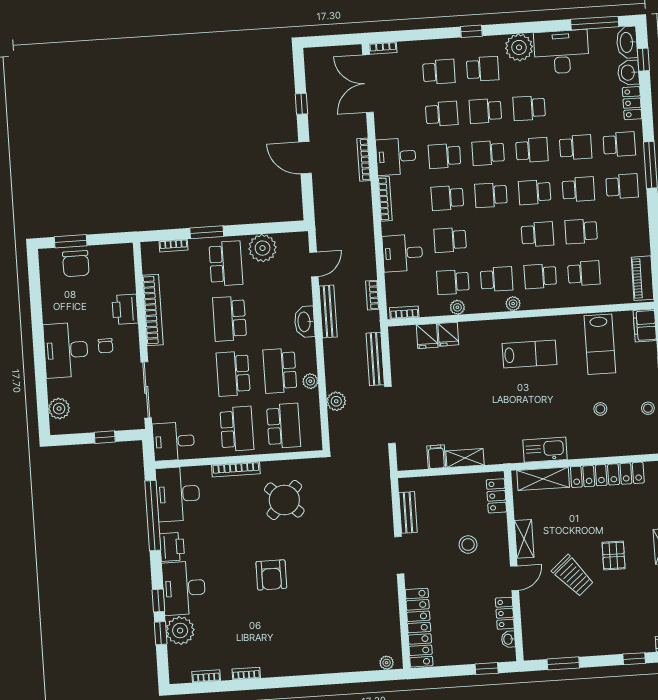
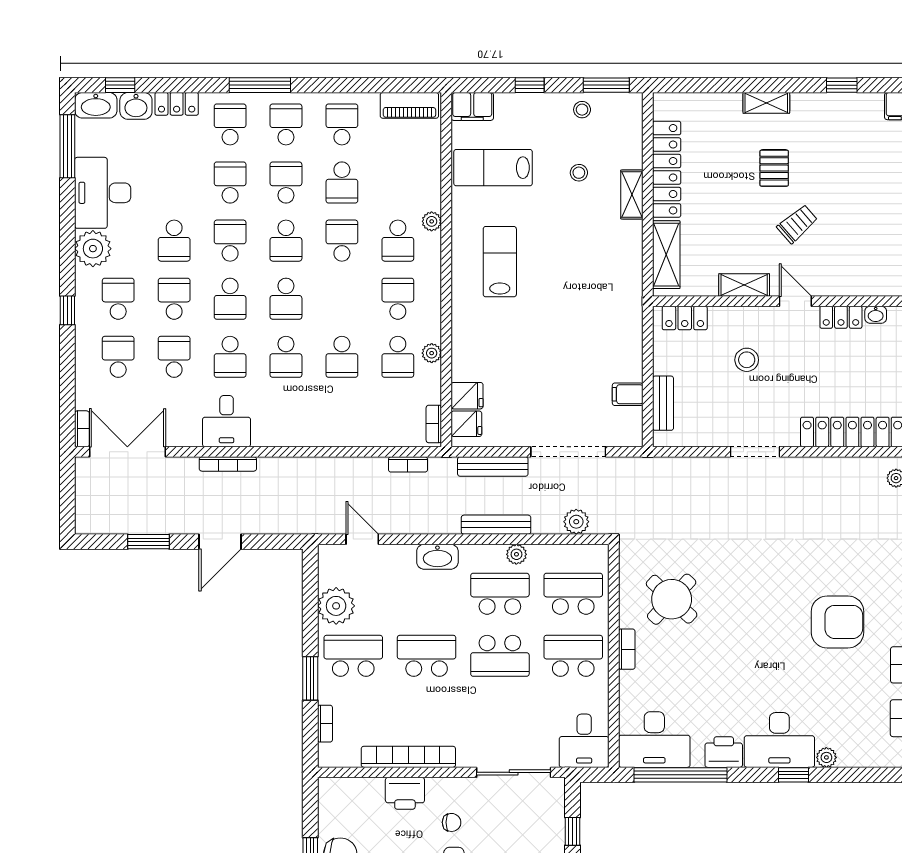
double door: (368, 84) -> (127, 452), swing flipped
window: (301, 104) -> (148, 542), width x1.50
school desk: (485, 111) -> (174, 299), turned 180
bookcase: (385, 199) -> (282, 439), removed
desk: (402, 253) -> (355, 421), removed
school desk: (584, 273) -> (342, 124), moved
plant: (513, 304) -> (432, 221), moved
bench: (328, 311) -> (496, 525), moved
school desk: (230, 319) -> (427, 656), turned 180
fridge: (448, 334) -> (466, 424), moved
lab bench: (600, 344) -> (493, 168), turned 180
school desk: (280, 371) -> (500, 594), turned 180
plant: (336, 401) -> (576, 522), moved
kitchen sink: (545, 450) -> (628, 249), removed
shelving: (465, 458) -> (632, 194), moved
bookcase: (236, 469) -> (627, 649), width x0.64
bench: (408, 512) -> (663, 403), moved, turned 90
pallet: (614, 556) -> (774, 168), turned 90
armchair: (271, 575) -> (838, 622), moved, width x1.36, depth x1.36
trolley: (573, 576) -> (797, 224), width x0.73, depth x0.72
plant: (180, 631) -> (826, 757), width x0.53, depth x0.53
window: (161, 633) -> (837, 775), removed

